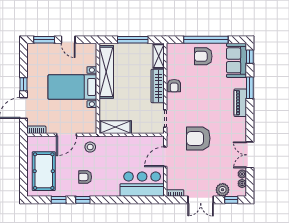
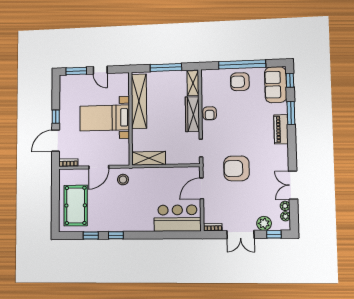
armchair: (85, 177) -> (118, 211), removed

